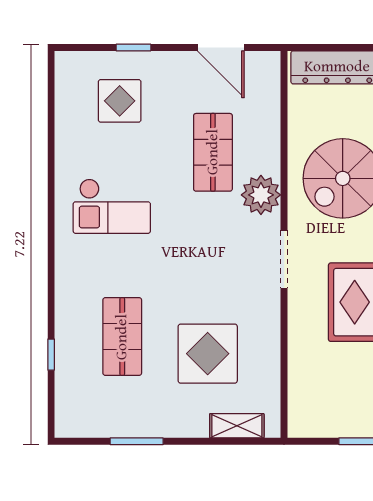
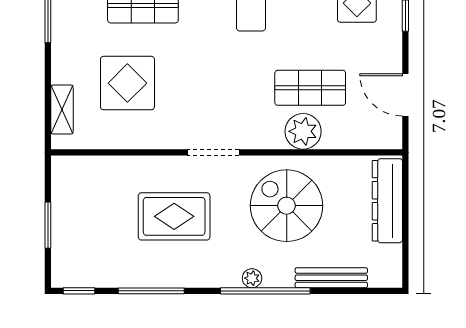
door: (221, 48) -> (405, 95), hinge flipped
plant: (261, 195) -> (303, 131), moved

